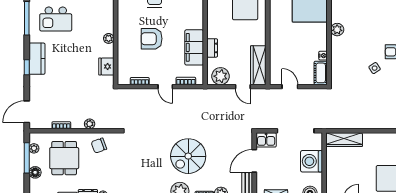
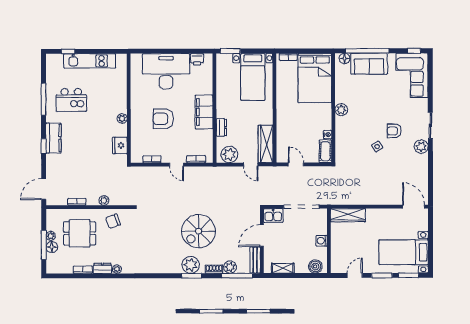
filing cabinet: (194, 47) -> (204, 112), moved
plant: (34, 148) -> (51, 236), moved
window: (27, 158) -> (44, 245), moved
dining table: (64, 158) -> (80, 233), turned 90
washing machine: (311, 161) -> (322, 241), width x0.53, depth x0.53

